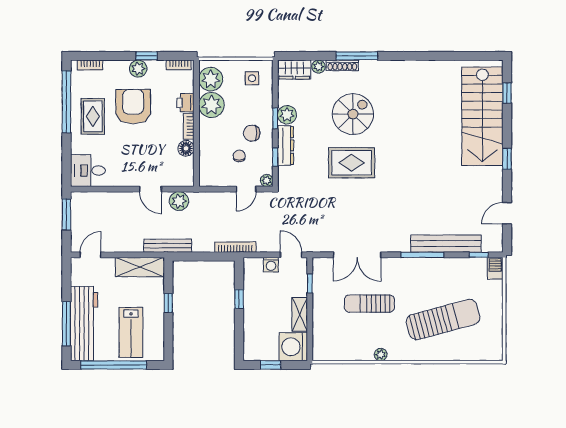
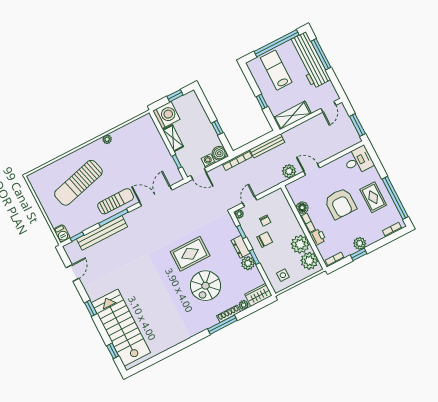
armchair: (133, 107) -> (340, 204), moved
dresser: (286, 145) -> (241, 247), width x0.70
bench: (168, 246) -> (267, 146), moved
boiler: (253, 267) -> (219, 153), added
sun lounger: (369, 304) -> (116, 201), moved

